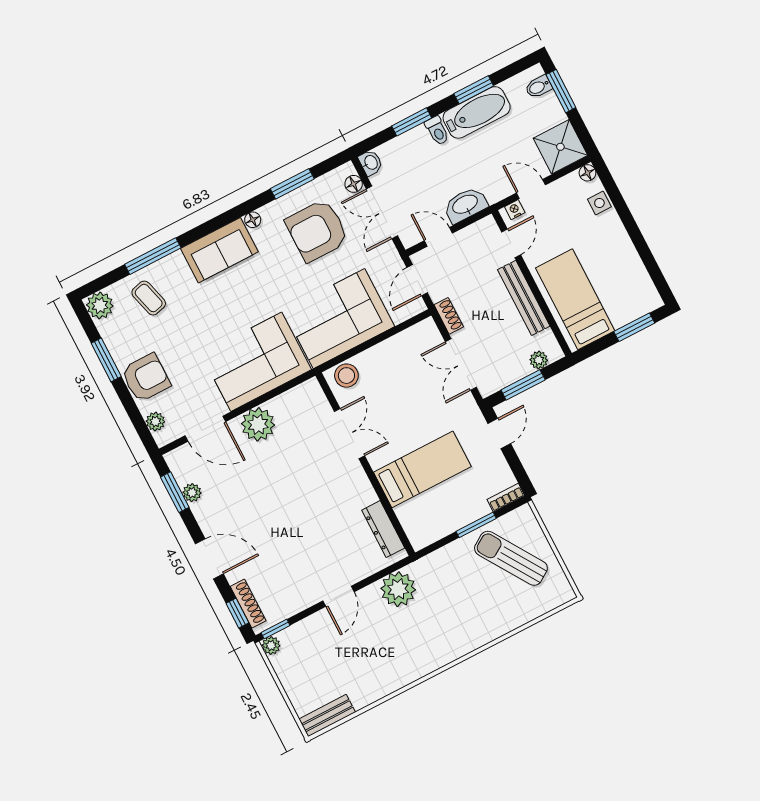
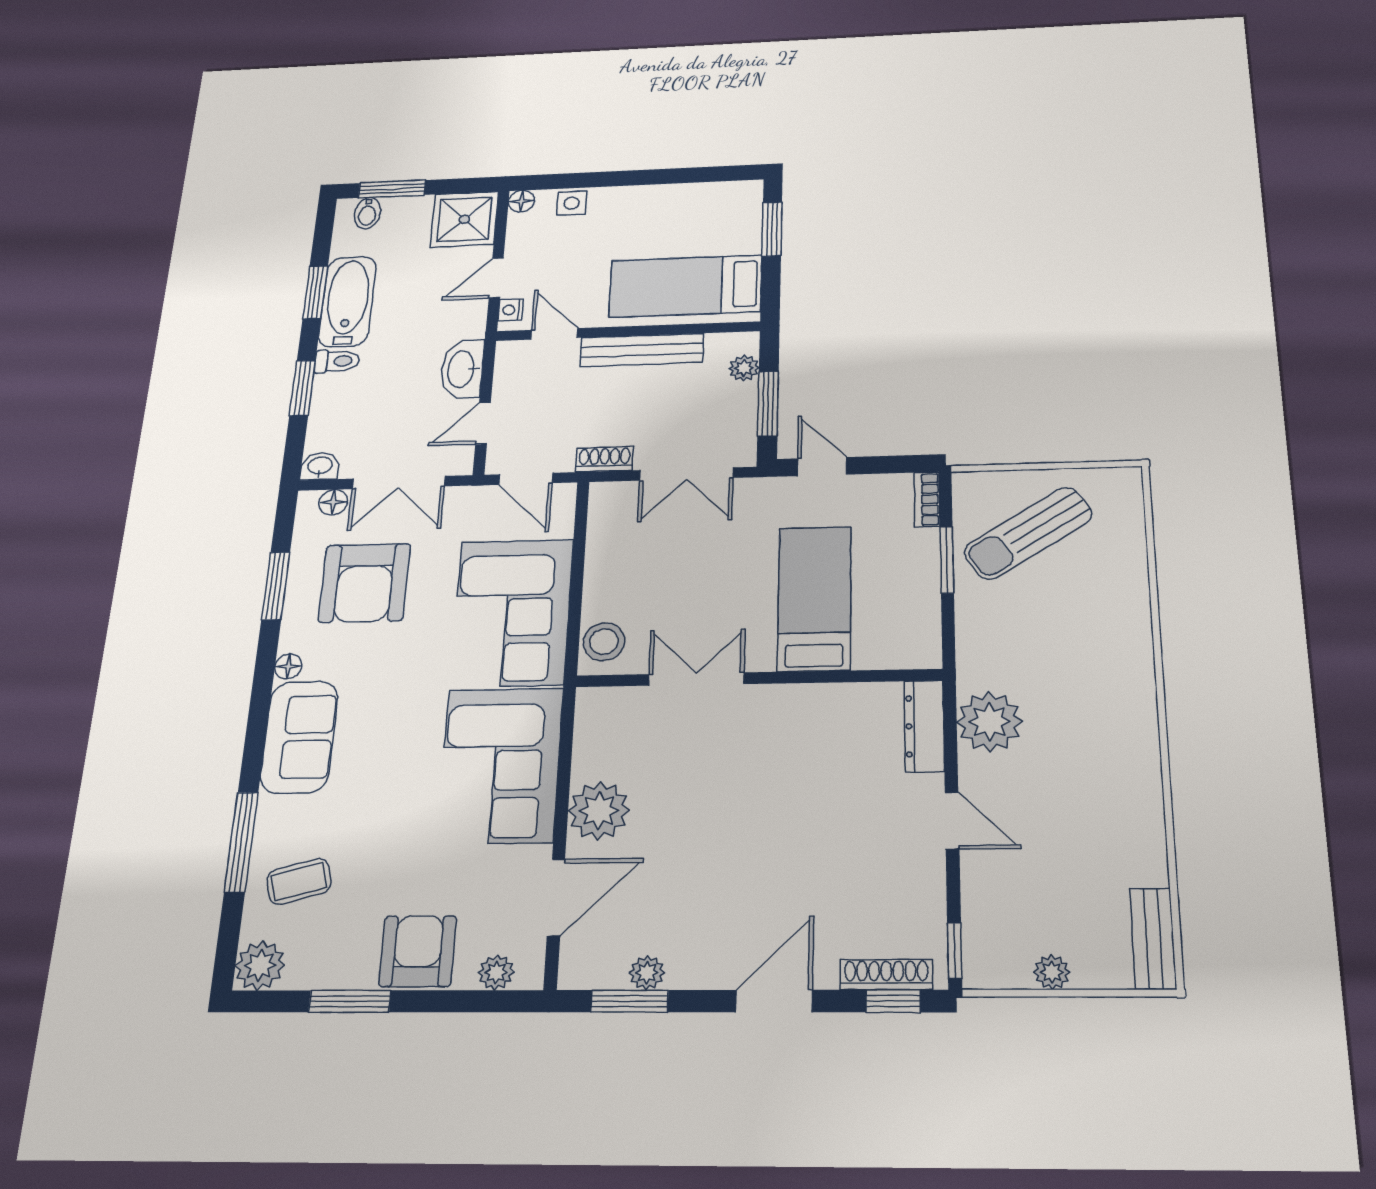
dresser: (383, 529) -> (924, 726), moved, turned 90
plant: (271, 645) -> (1052, 972), moved

